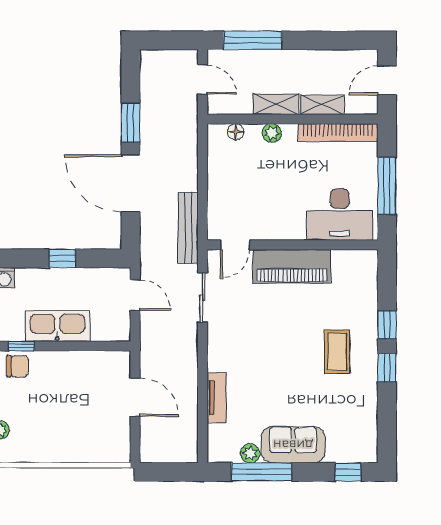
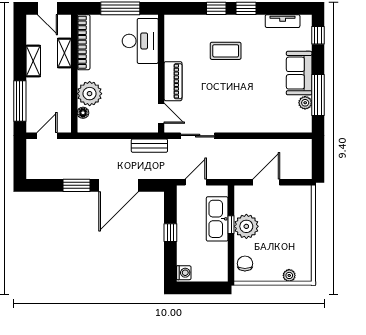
shelving: (276, 104) -> (33, 61), moved
plant: (272, 133) -> (90, 94), width x1.88, depth x1.88
bench: (188, 228) -> (149, 146), width x0.73
piano: (292, 266) -> (173, 81), width x0.73, depth x0.75
kitchen sink: (57, 326) -> (217, 219), moved
window: (21, 346) -> (231, 225), moved
coffee table: (337, 352) -> (226, 51), moved
plant: (71, 368) -> (246, 226), added
tv unit: (217, 398) -> (283, 21), moved, turned 180

